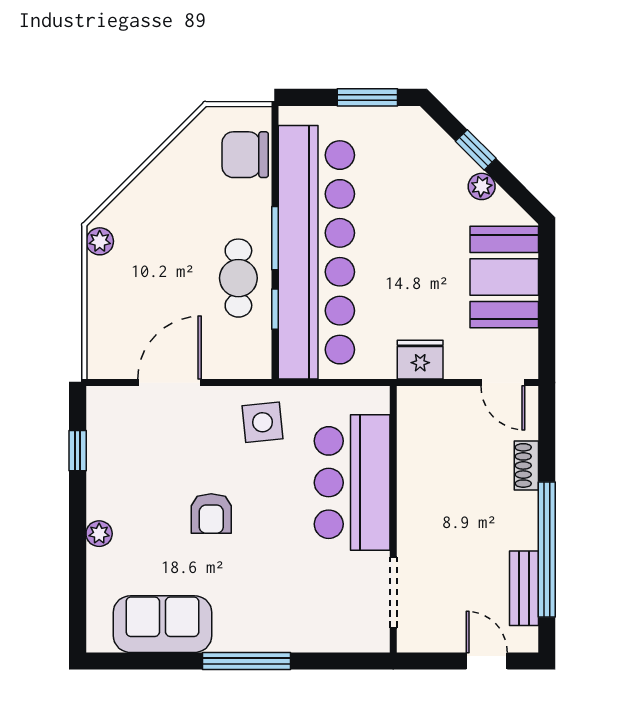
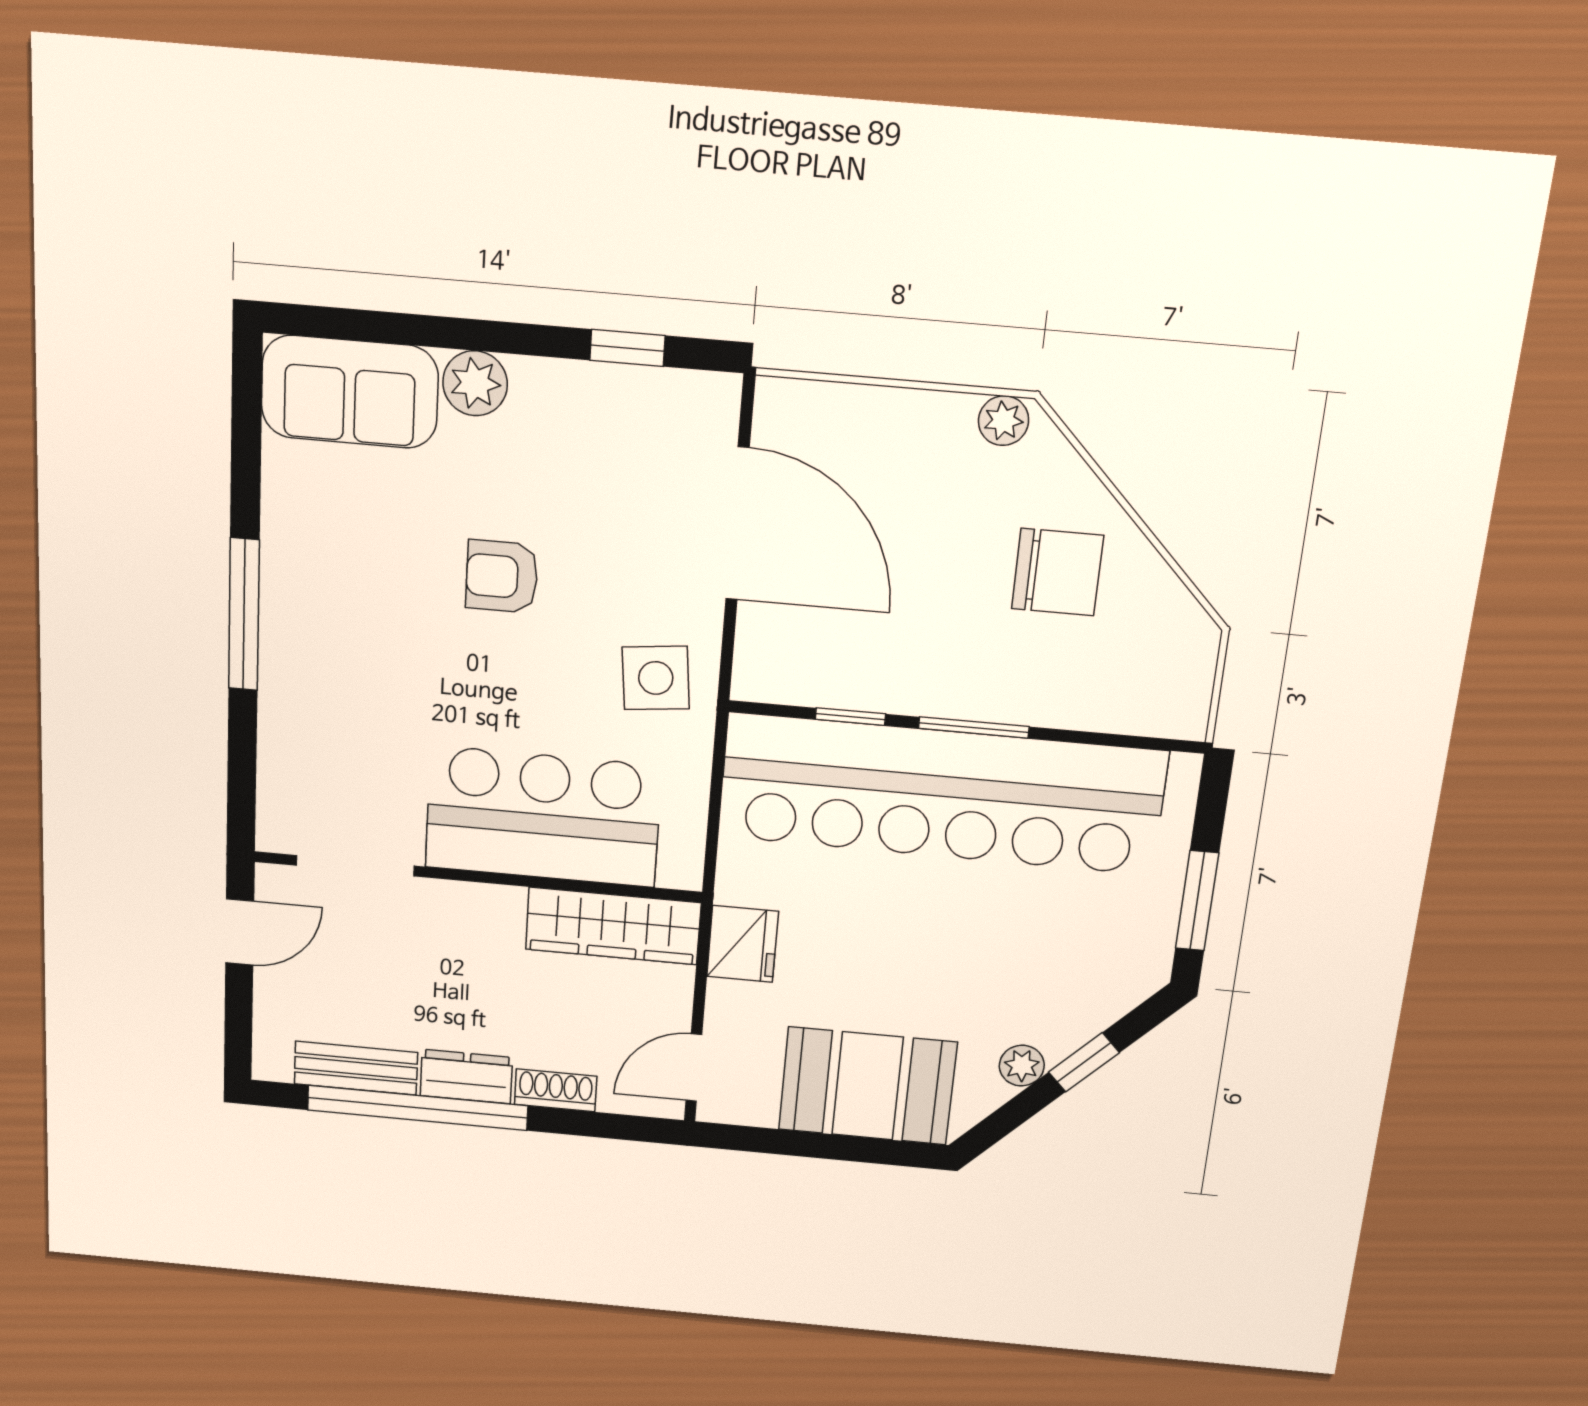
chair: (245, 155) -> (1058, 572), moved, turned 90
cafe table: (238, 278) -> (911, 659), removed
door: (169, 383) -> (738, 524), width x1.36
wardrobe: (416, 437) -> (613, 926), added
dresser: (523, 520) -> (466, 1077), added
plant: (99, 534) -> (475, 383), width x1.38, depth x1.38
sofa: (162, 624) -> (350, 392), moved, turned 90
door: (487, 661) -> (240, 932), moved

